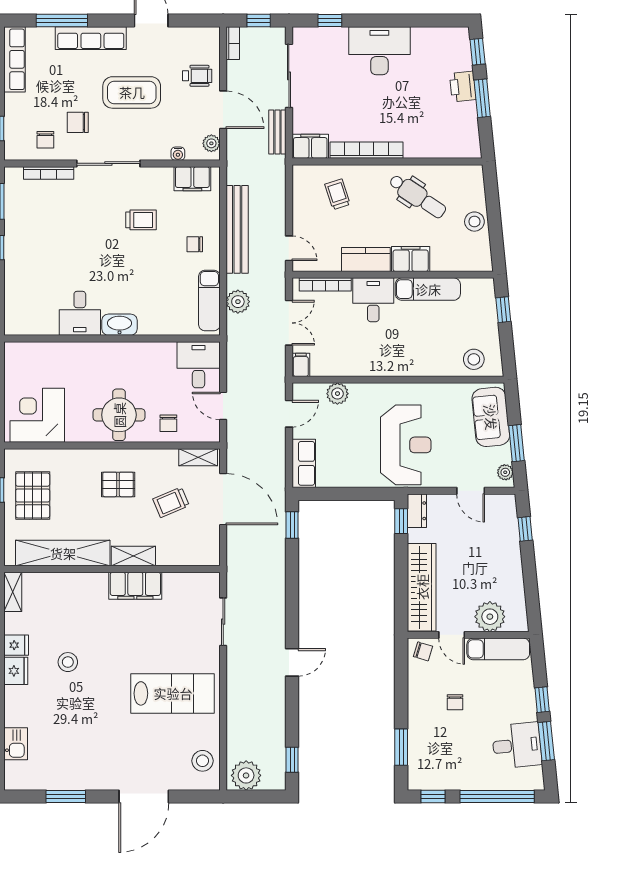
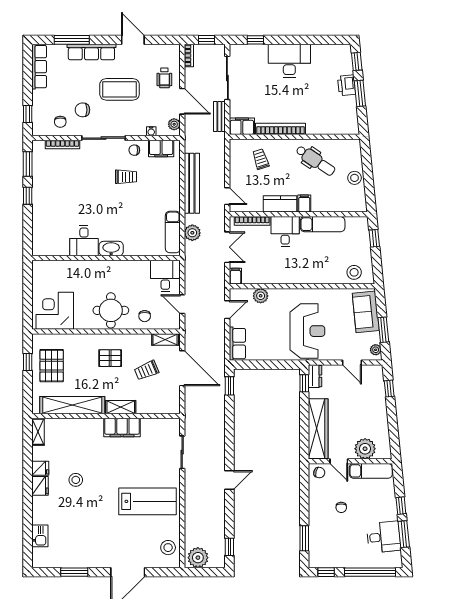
wheelchair: (197, 76) -> (164, 78), turned 90
chair: (195, 244) -> (134, 150), moved
filing cabinet: (411, 259) -> (304, 203), width x0.50

